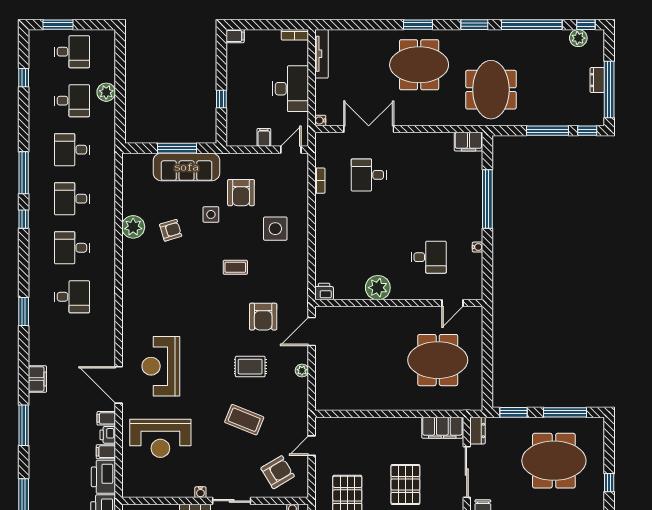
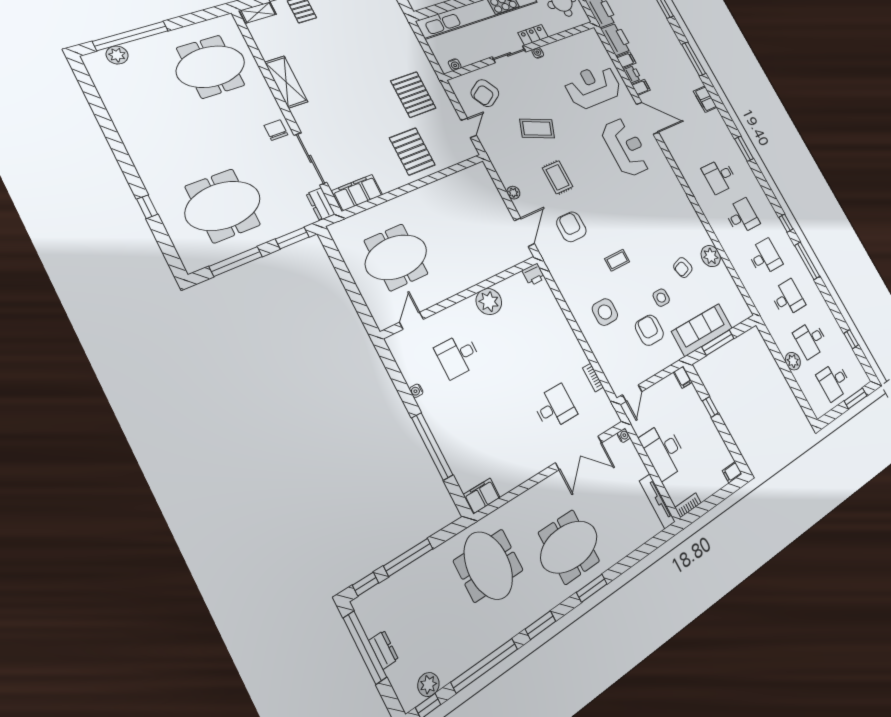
filing cabinet: (264, 137) -> (683, 377), moved
rug: (250, 367) -> (558, 177), turned 90
pallet: (405, 484) -> (412, 151), moved

